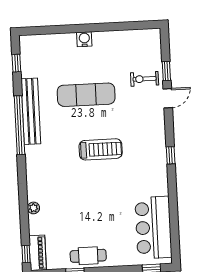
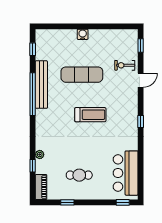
window: (166, 71) -> (141, 46), moved
window: (26, 254) -> (33, 166), moved
cafe table: (88, 256) -> (79, 175), moved

